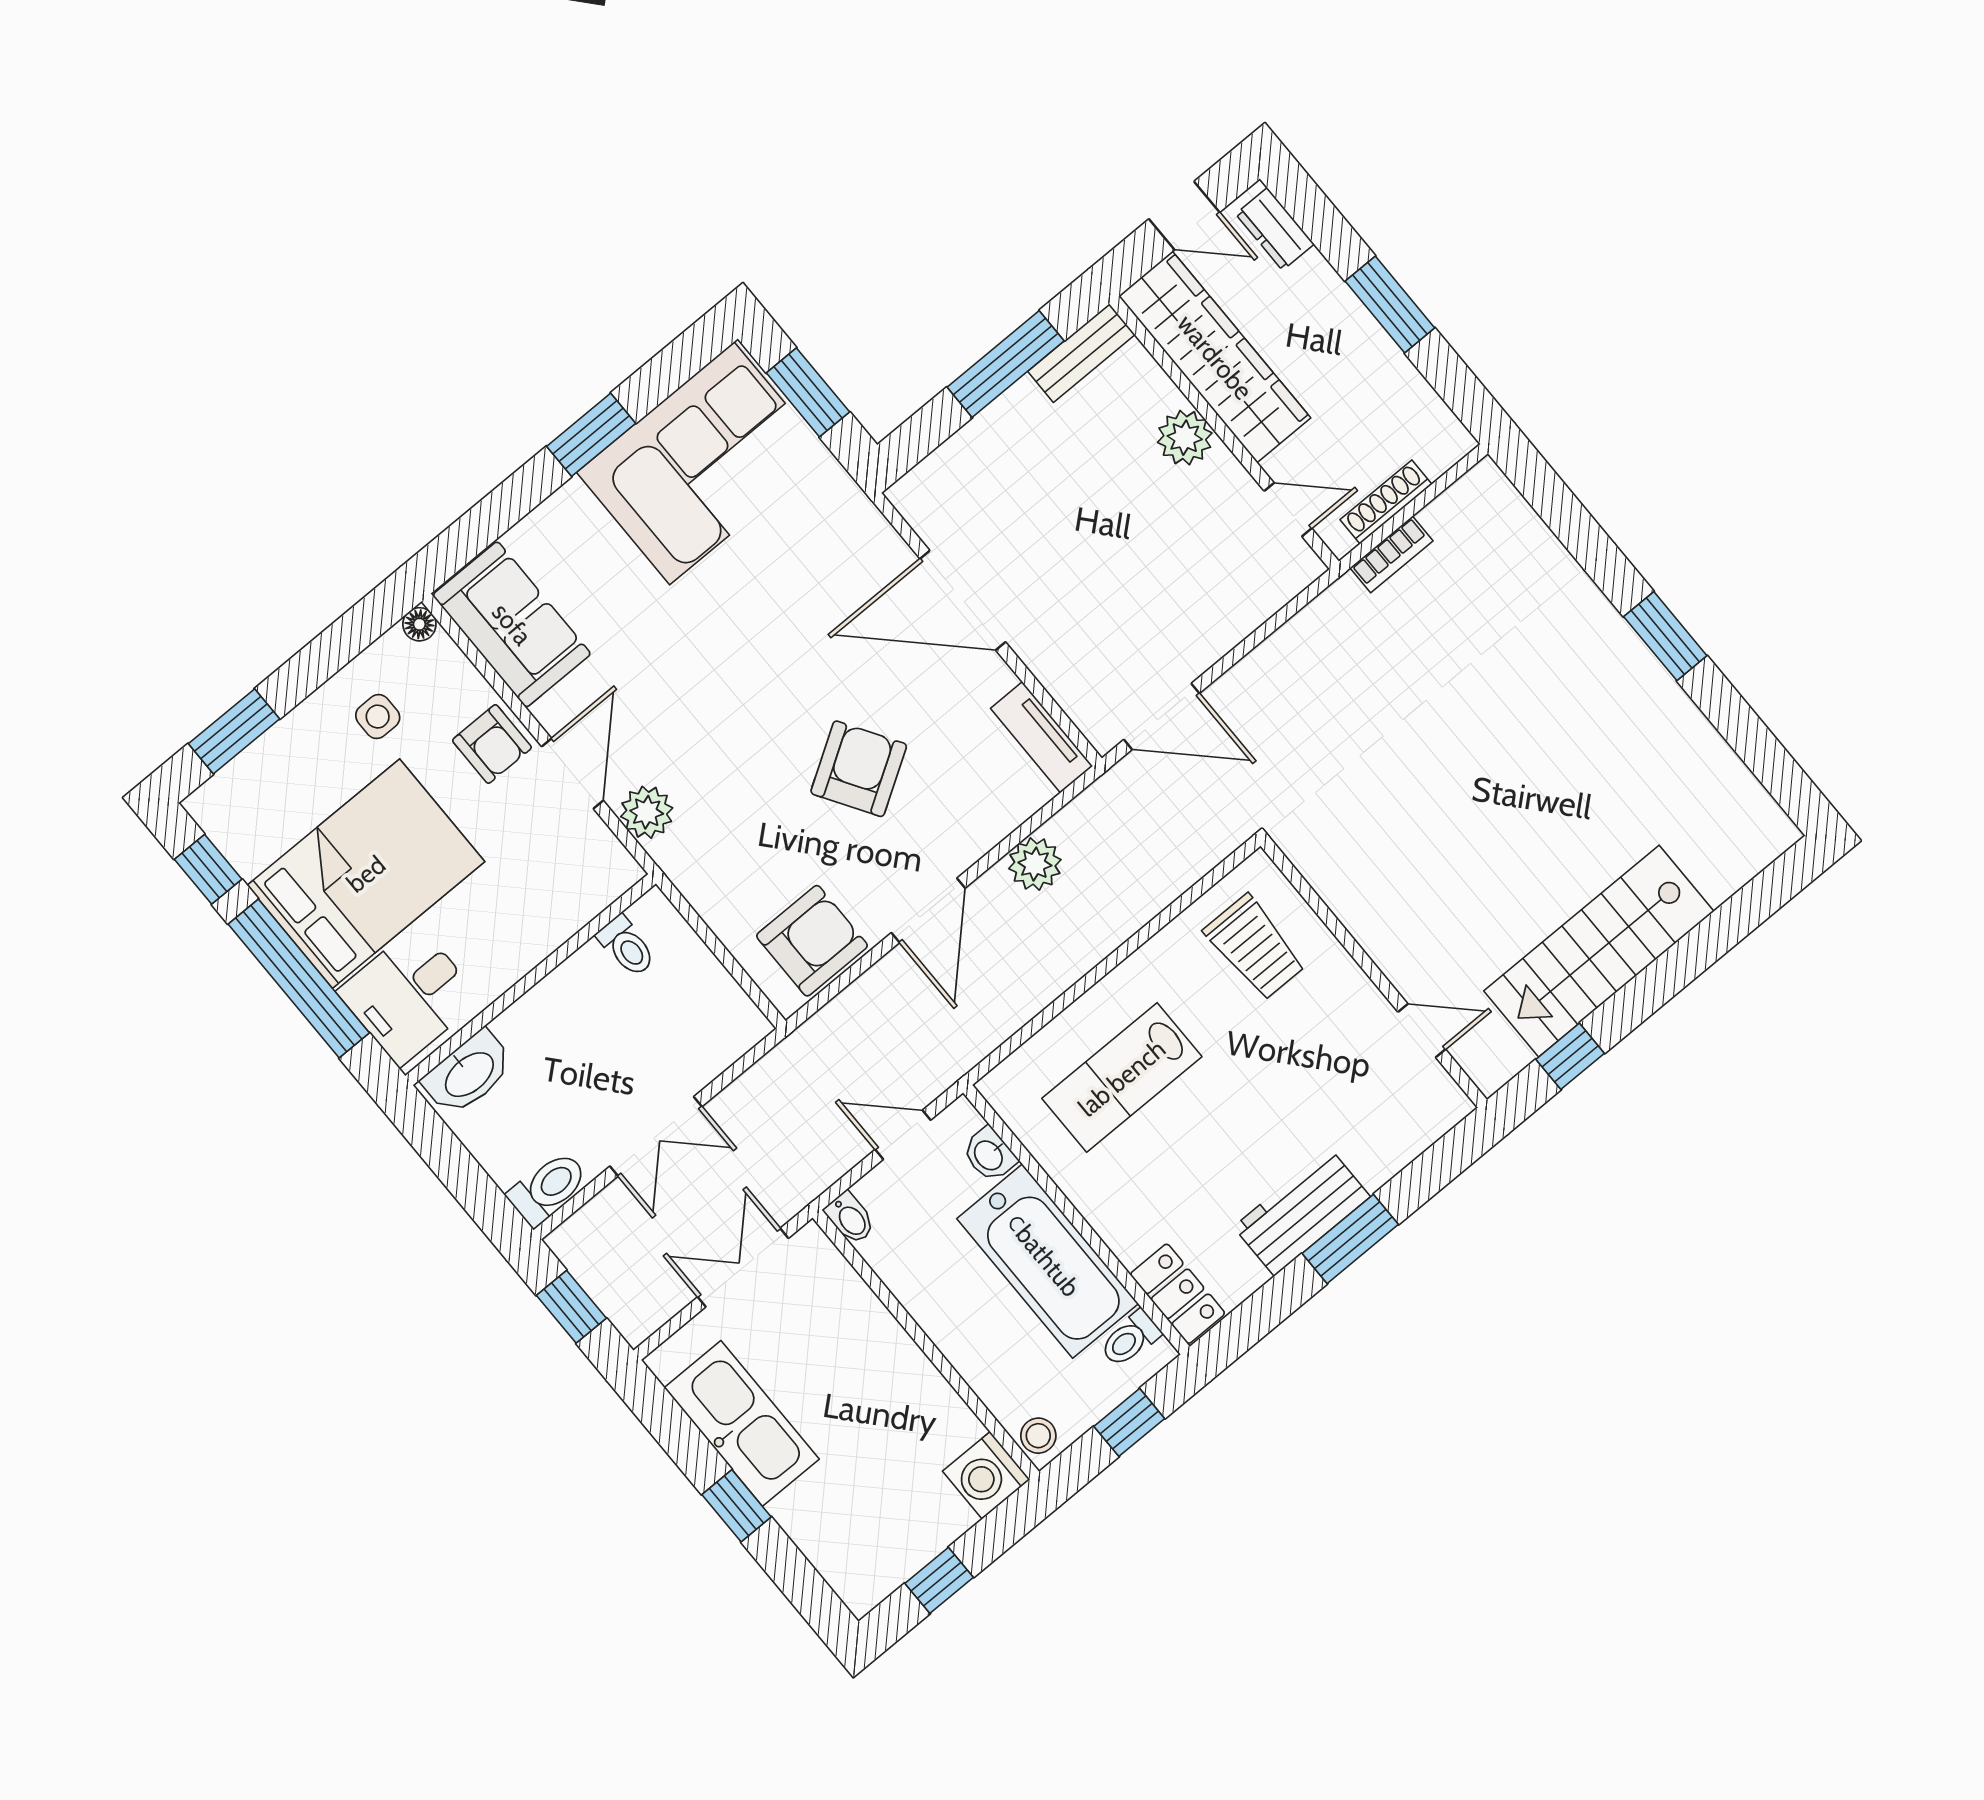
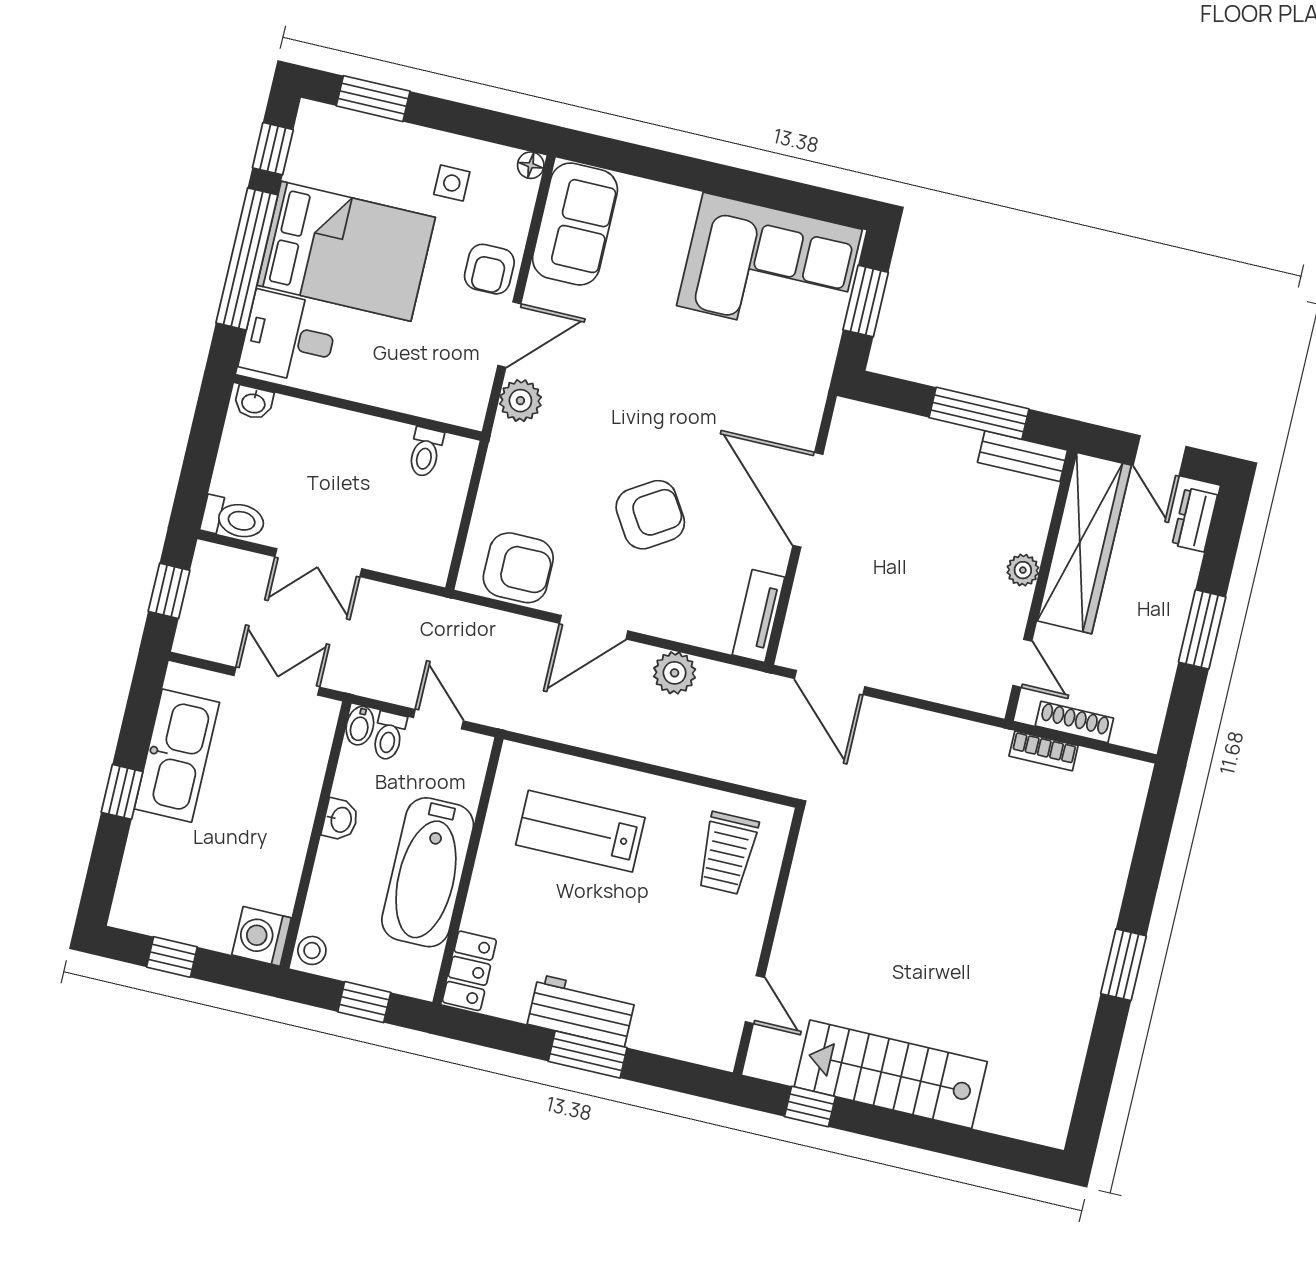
window: (591, 435) -> (734, 183), removed
plant: (1185, 438) -> (1023, 570), width x0.73, depth x0.73
washbasin: (468, 1073) -> (254, 403), width x0.52, depth x0.69
washbasin: (989, 1155) -> (340, 820), moved, turned 180
toilet: (1130, 1339) -> (389, 736), moved, turned -90

